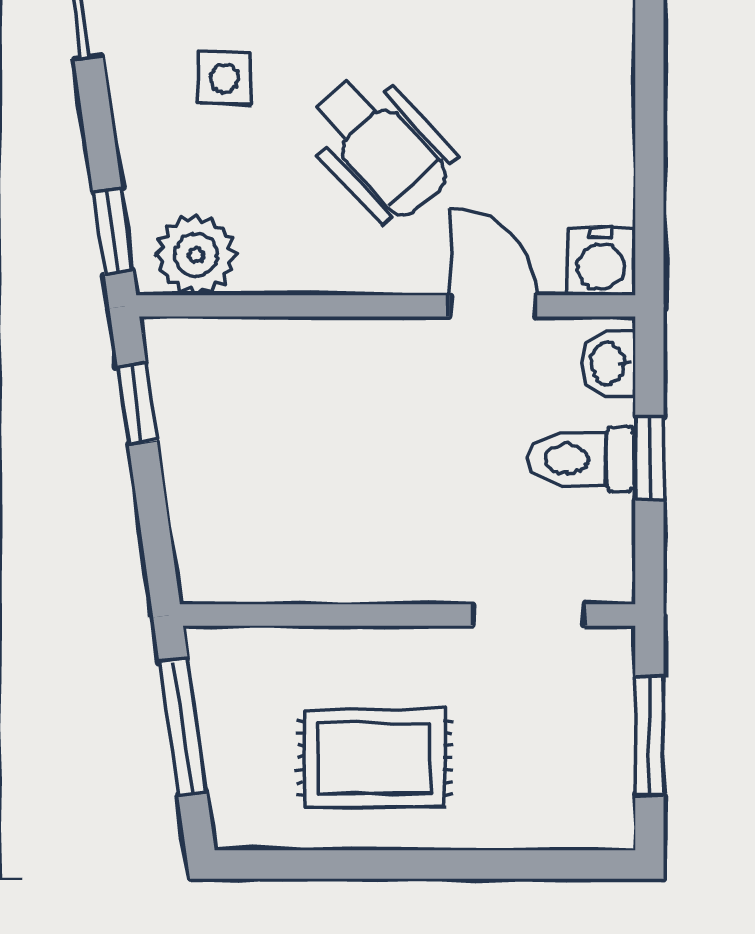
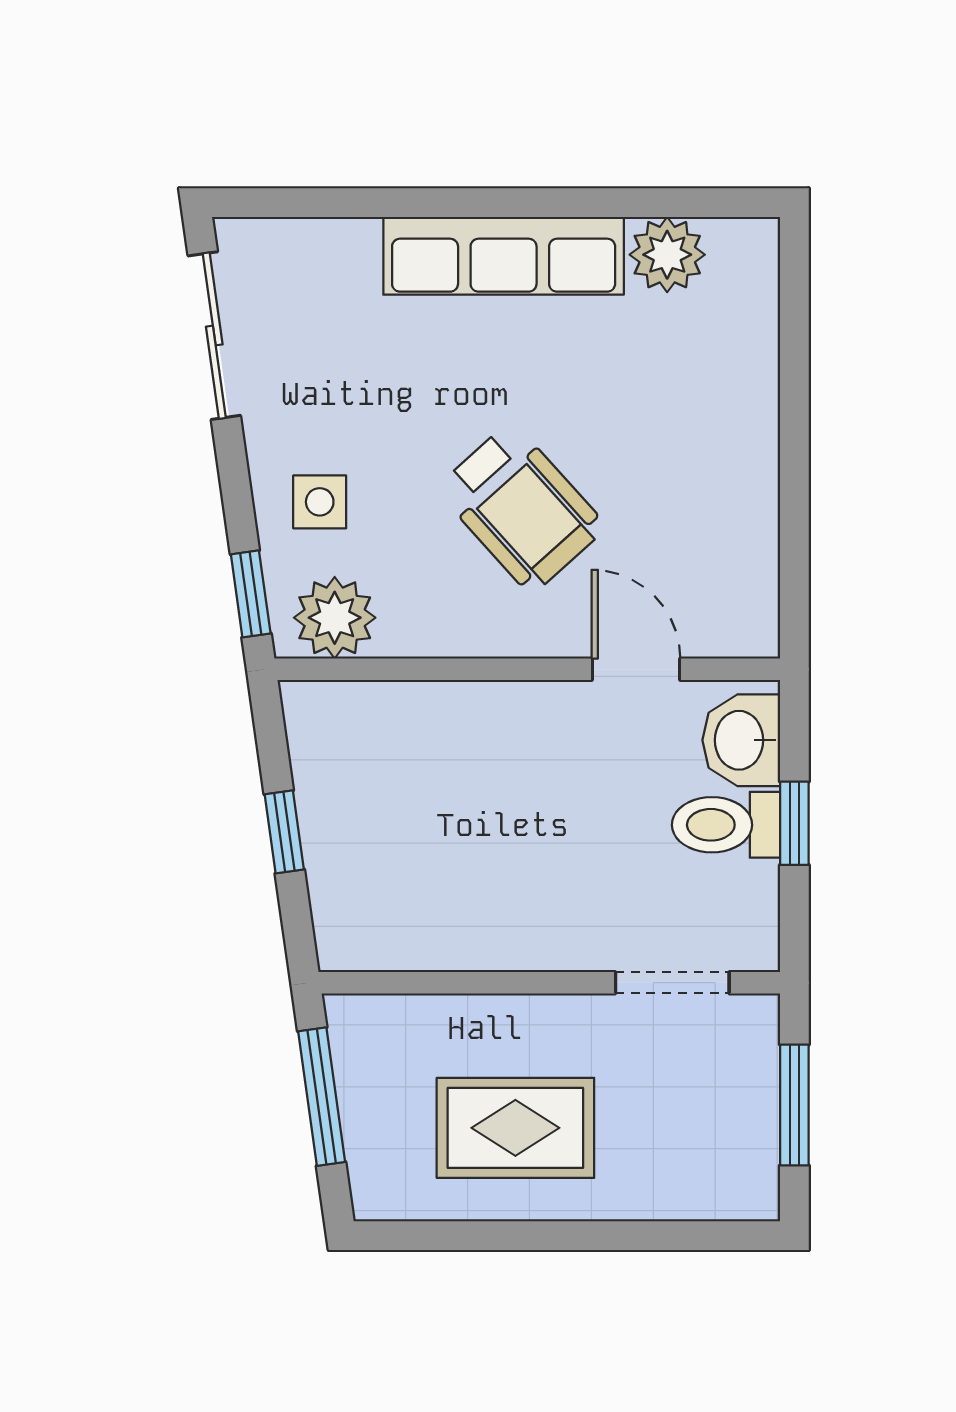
side table: (225, 78) -> (320, 502), moved
water cooler: (601, 261) -> (745, 624), removed
washbasin: (609, 363) -> (741, 740), width x1.38, depth x1.45
window: (137, 404) -> (284, 832), moved

